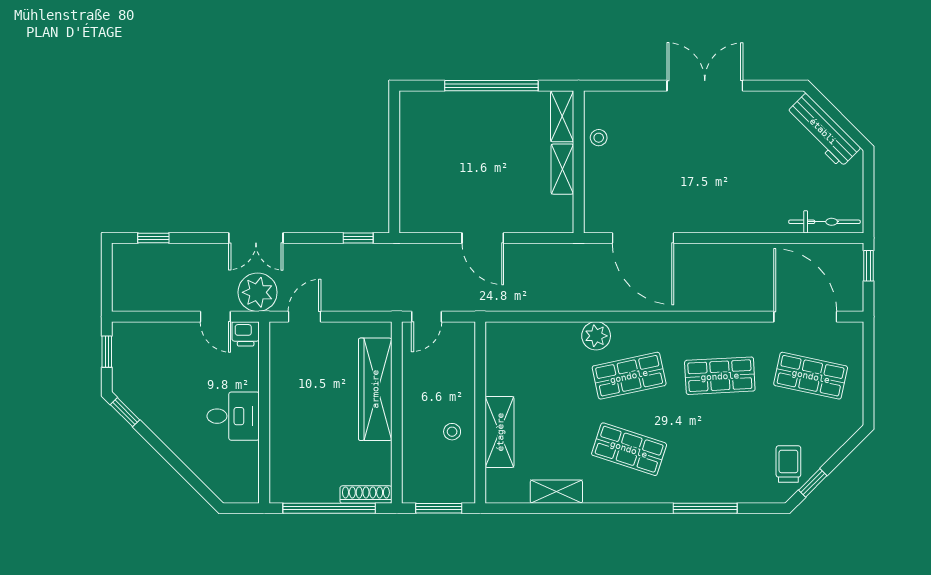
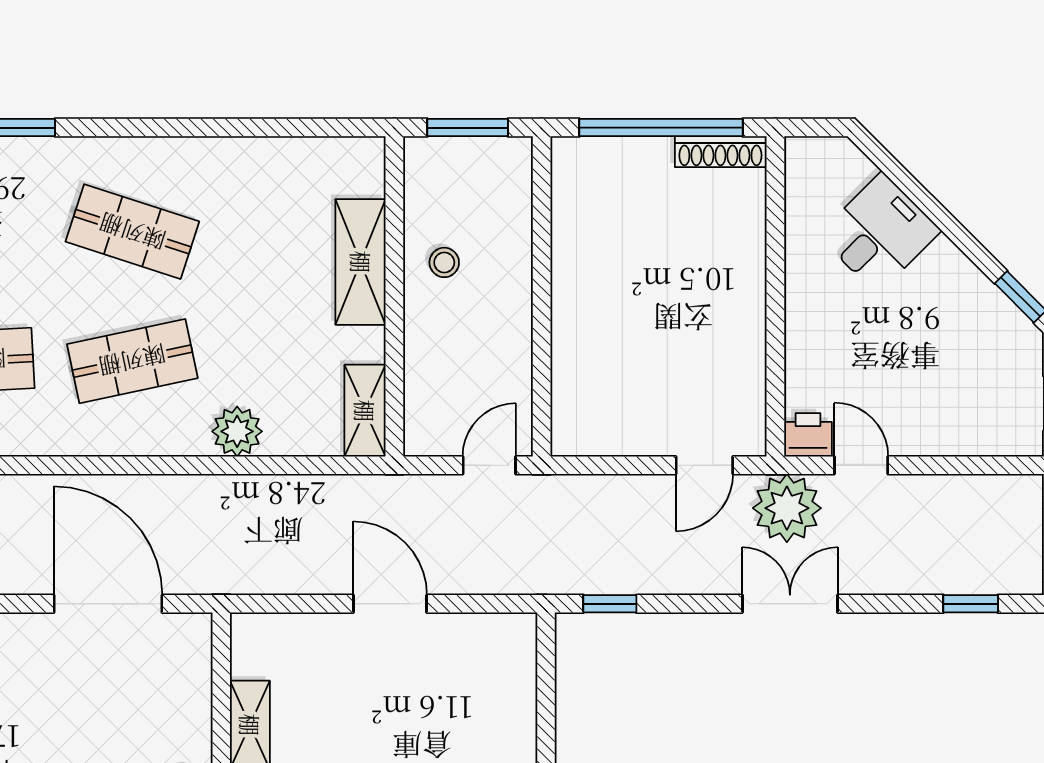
plant: (596, 336) -> (237, 431), moved
wardrobe: (375, 389) -> (580, 337), removed
desk: (233, 416) -> (879, 233), moved, turned 135
shelving: (556, 492) -> (365, 411), moved, turned 90
shoe rack: (366, 495) -> (720, 152), moved

